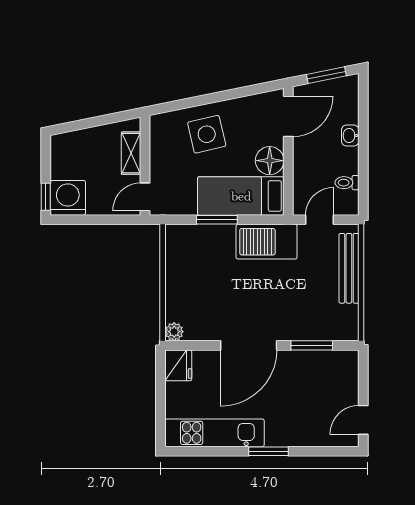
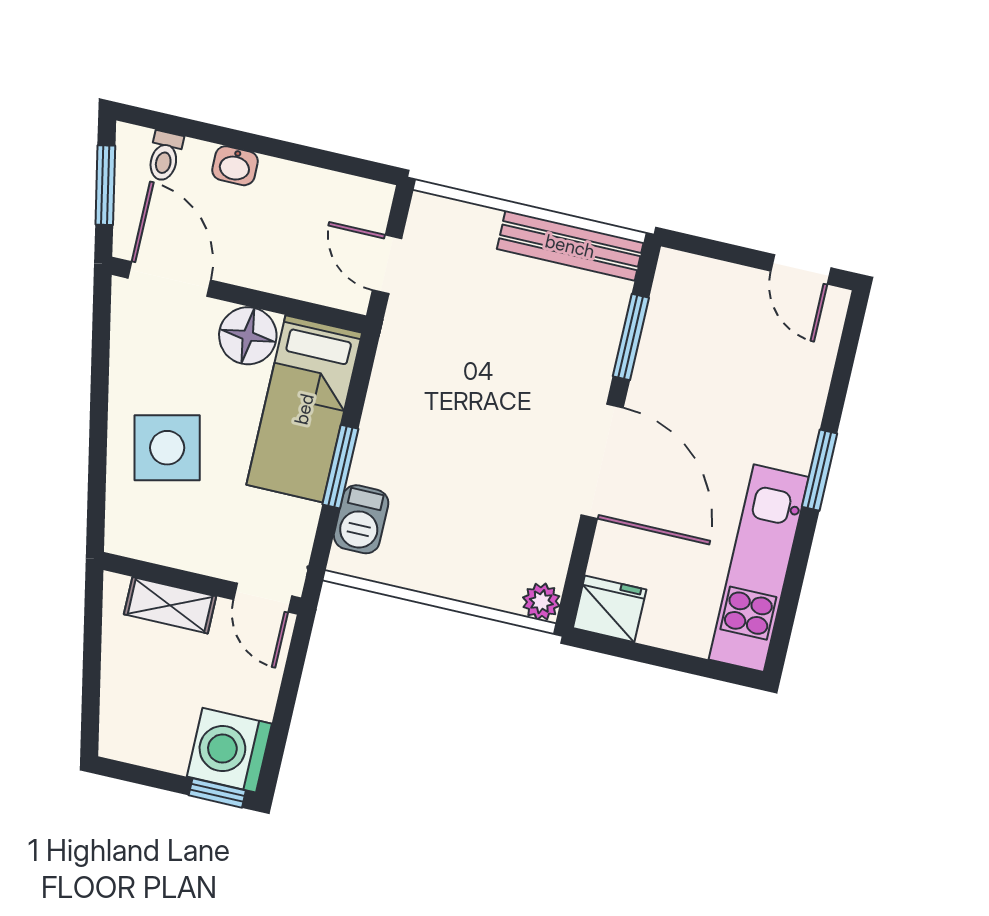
toilet: (347, 183) -> (165, 156), moved
barbecue: (267, 242) -> (361, 519), moved, width x0.53, depth x0.65
bench: (349, 268) -> (570, 246), moved

